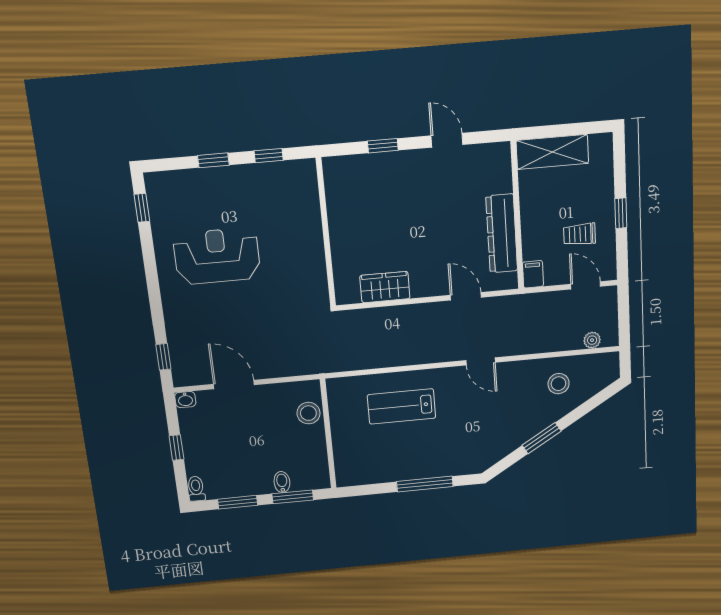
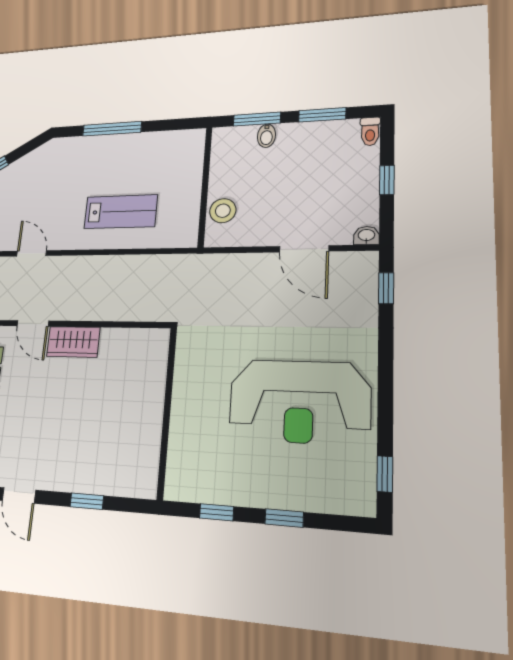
reception desk: (217, 256) -> (299, 402), width x1.36, depth x1.30
wardrobe: (385, 287) -> (73, 342), moved

